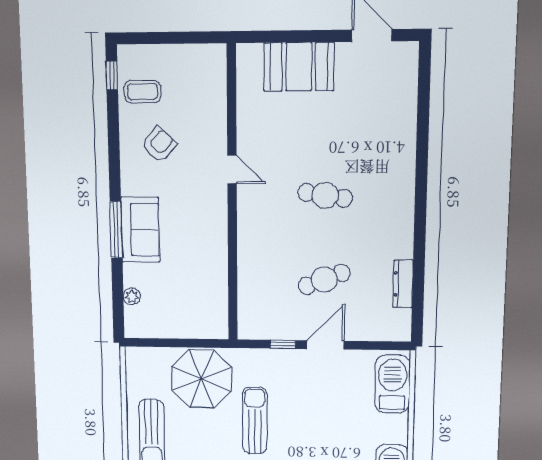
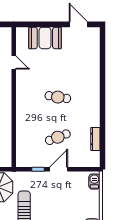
door: (232, 169) -> (14, 63), moved
barbecue: (392, 384) -> (94, 182), width x0.53, depth x0.65

